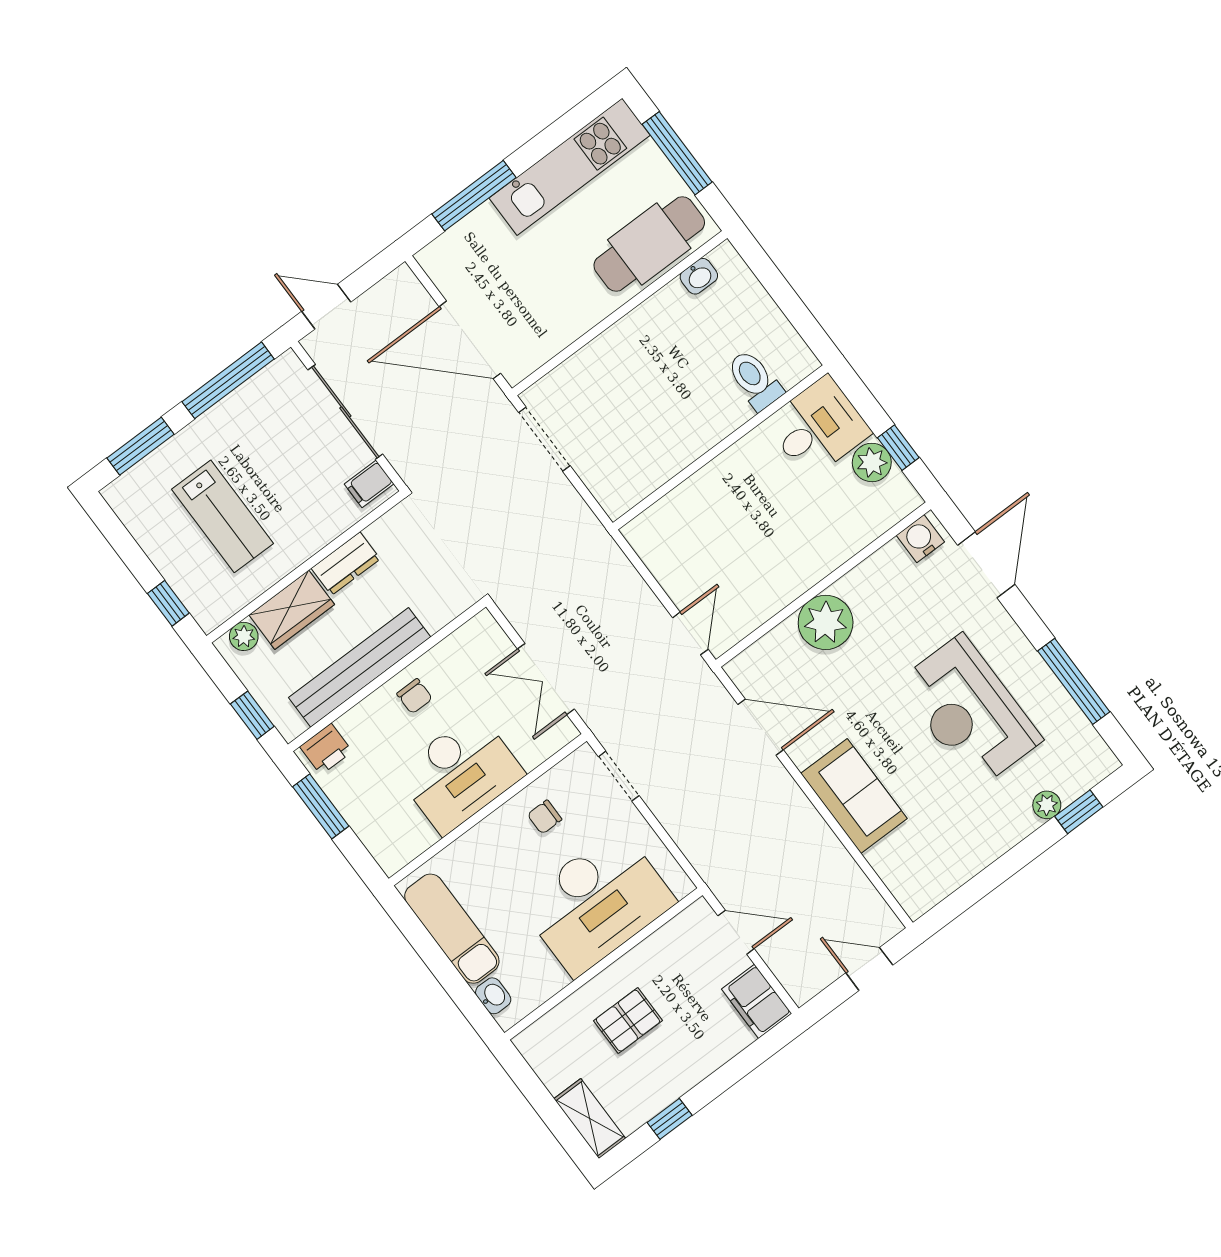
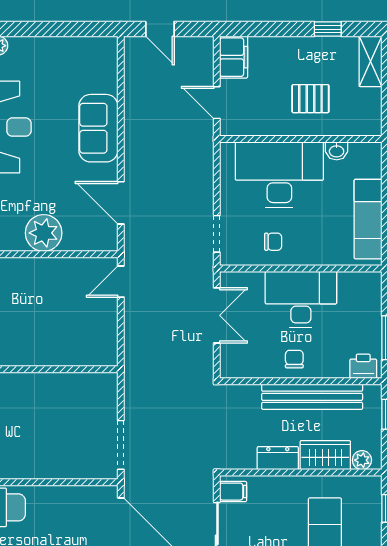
washbasin: (493, 996) -> (337, 151), moved, turned -90

